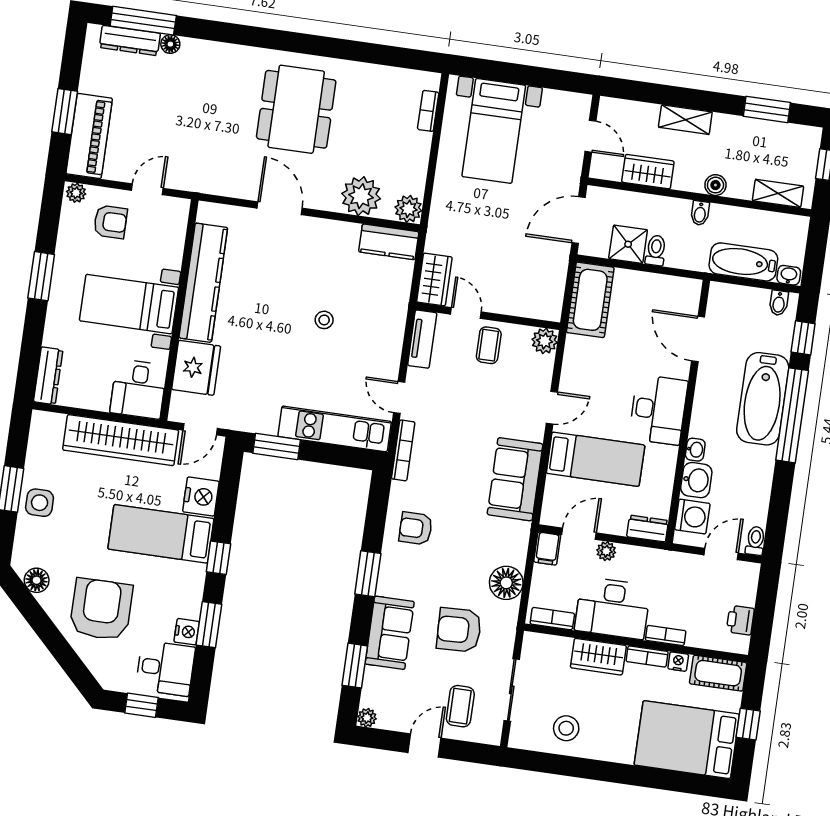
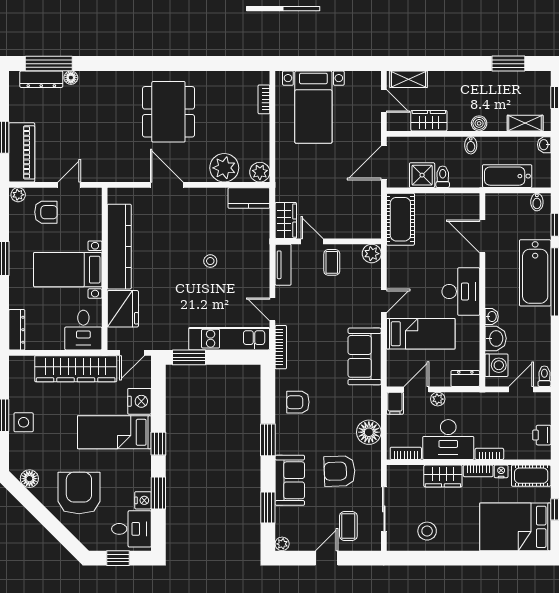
shelving: (685, 120) -> (409, 79), moved
washbasin: (789, 275) -> (544, 145), moved, turned -90

